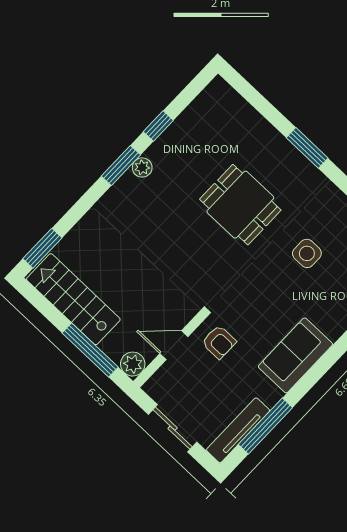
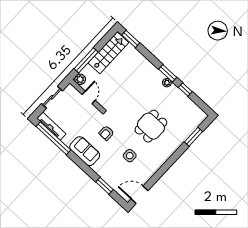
window: (307, 148) -> (193, 137), moved
armchair: (219, 342) -> (106, 133), moved
window: (265, 426) -> (53, 138), width x1.46

